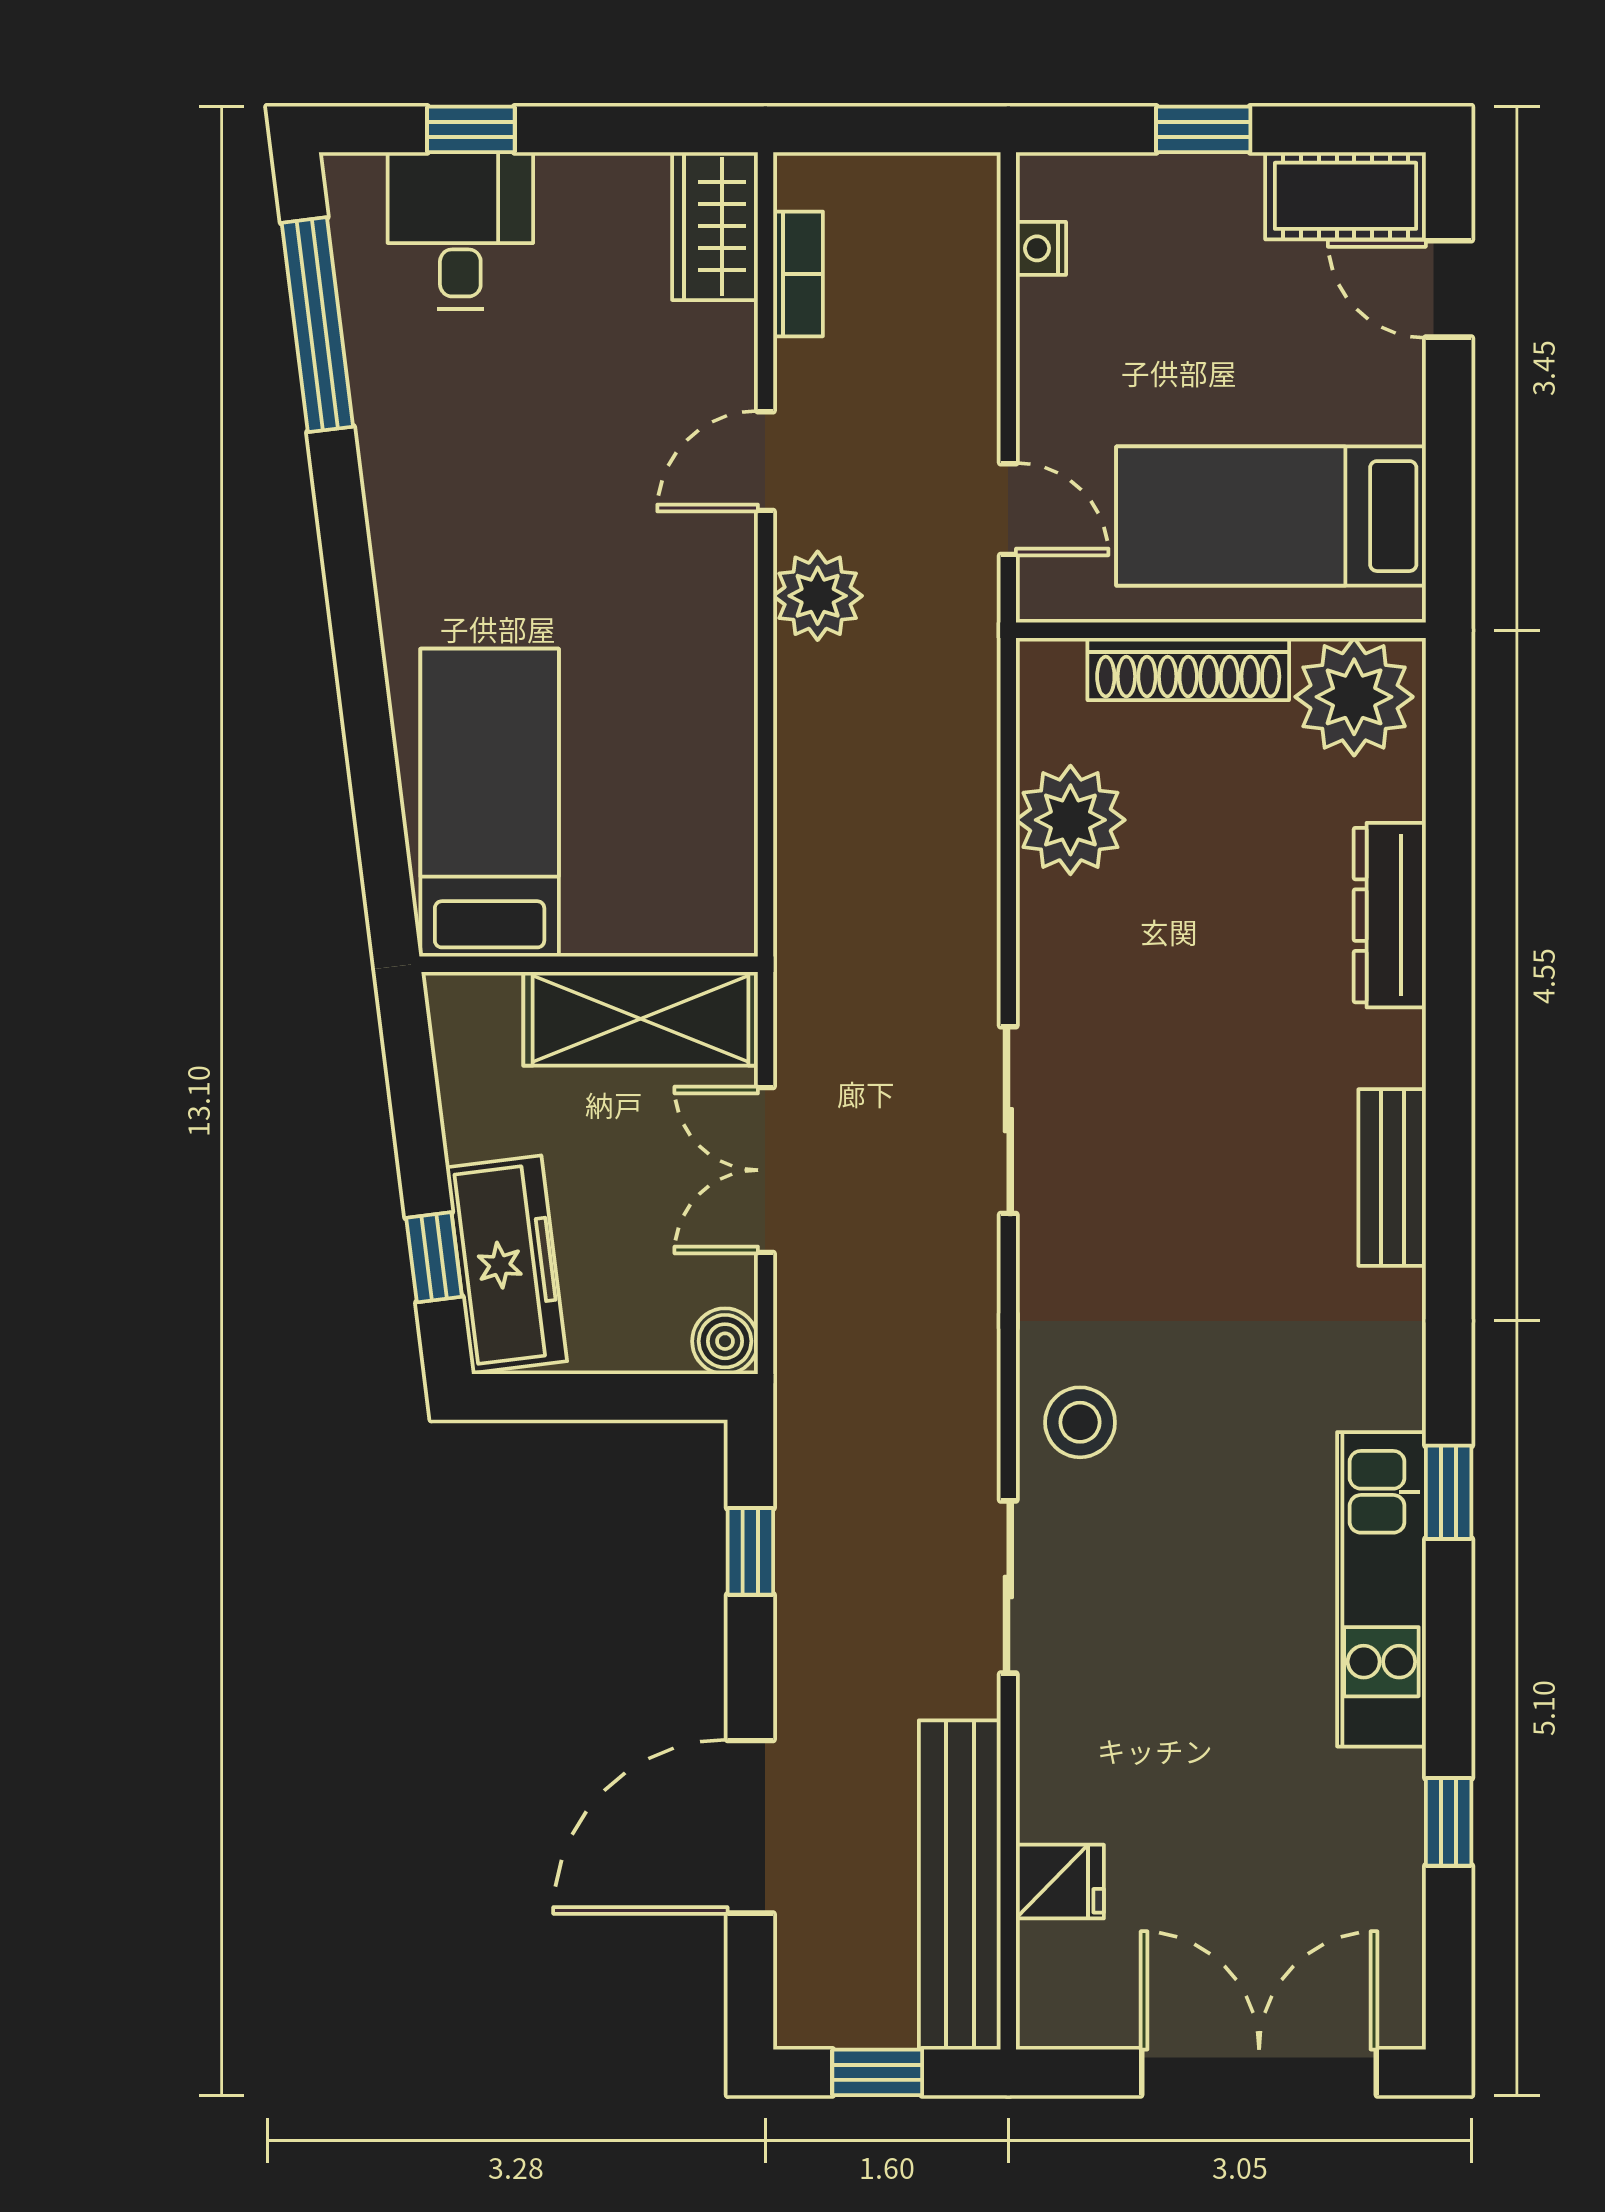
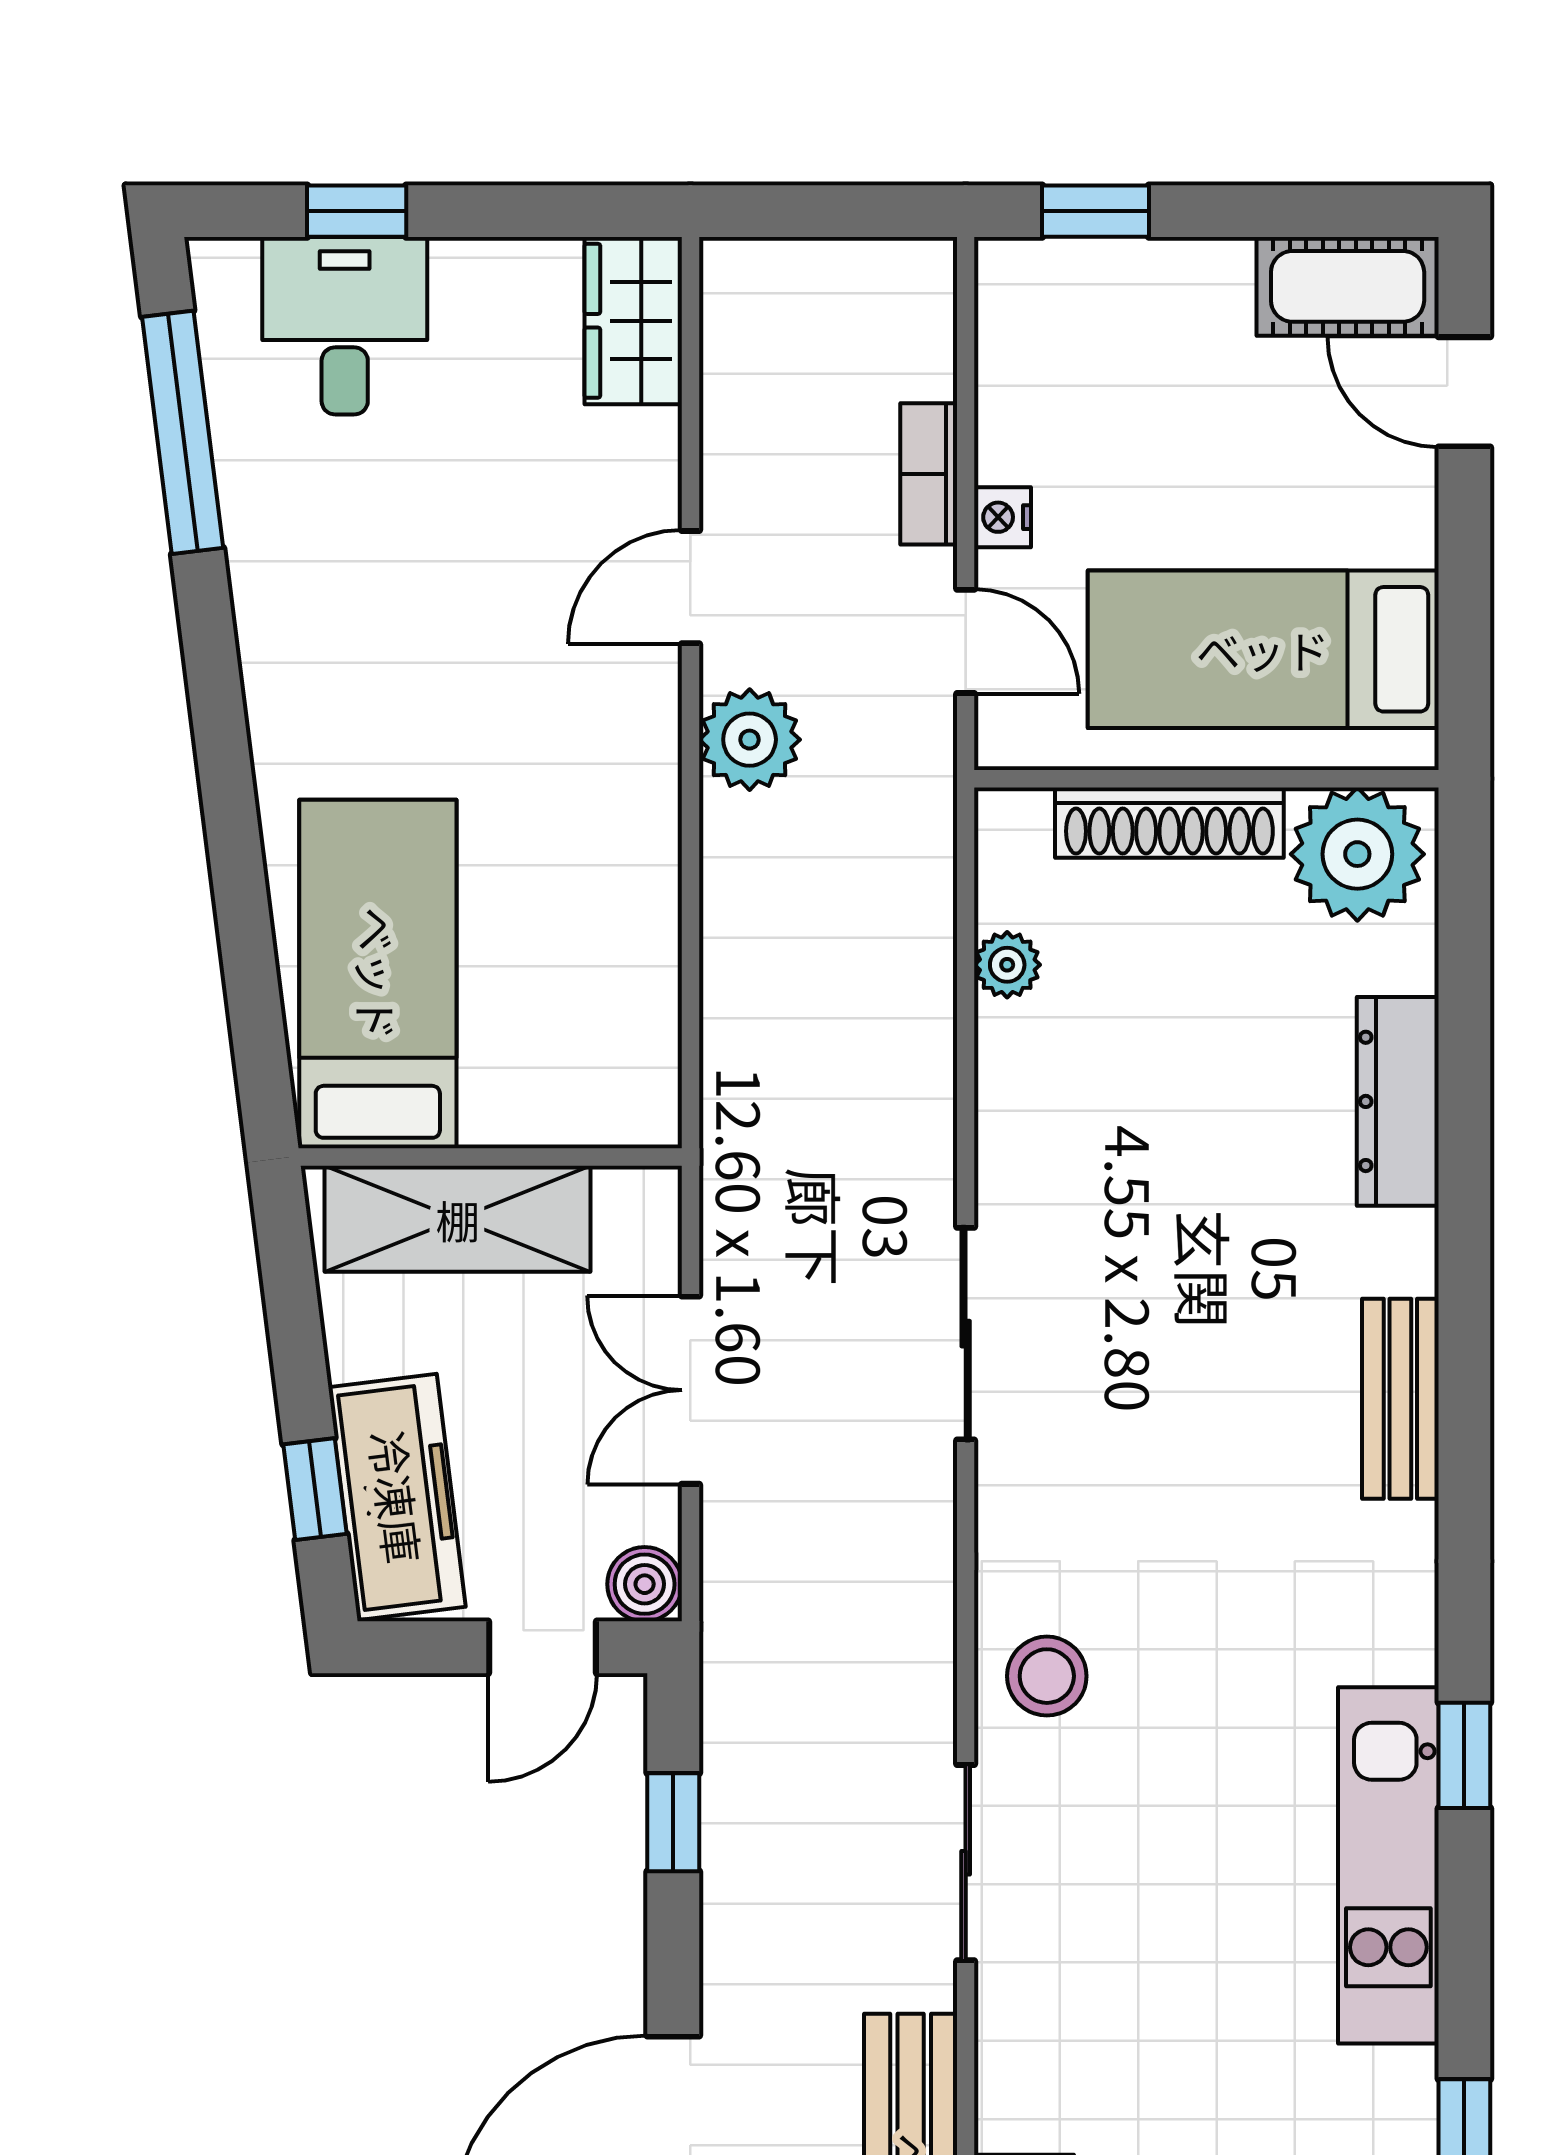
window: (1203, 129) -> (1095, 211), moved
nightstand: (1041, 248) -> (1003, 517), moved
bookcase: (798, 274) -> (929, 474), moved, turned 180
plant: (1070, 820) -> (1007, 965), width x0.53, depth x0.53
shelving: (641, 1019) -> (458, 1219), moved
door: (635, 1397) -> (543, 1647), added

